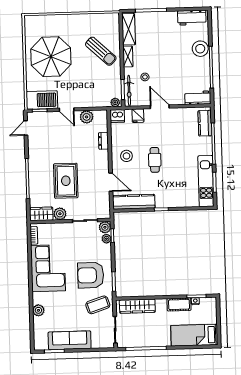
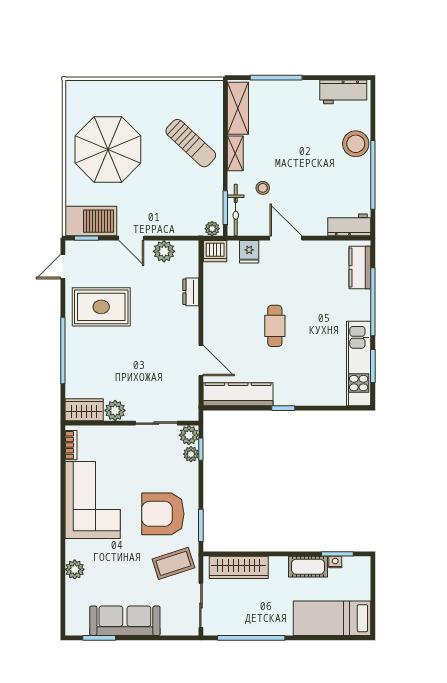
stool: (126, 156) -> (228, 318), removed
rug: (66, 181) -> (101, 307), moved, turned 90

